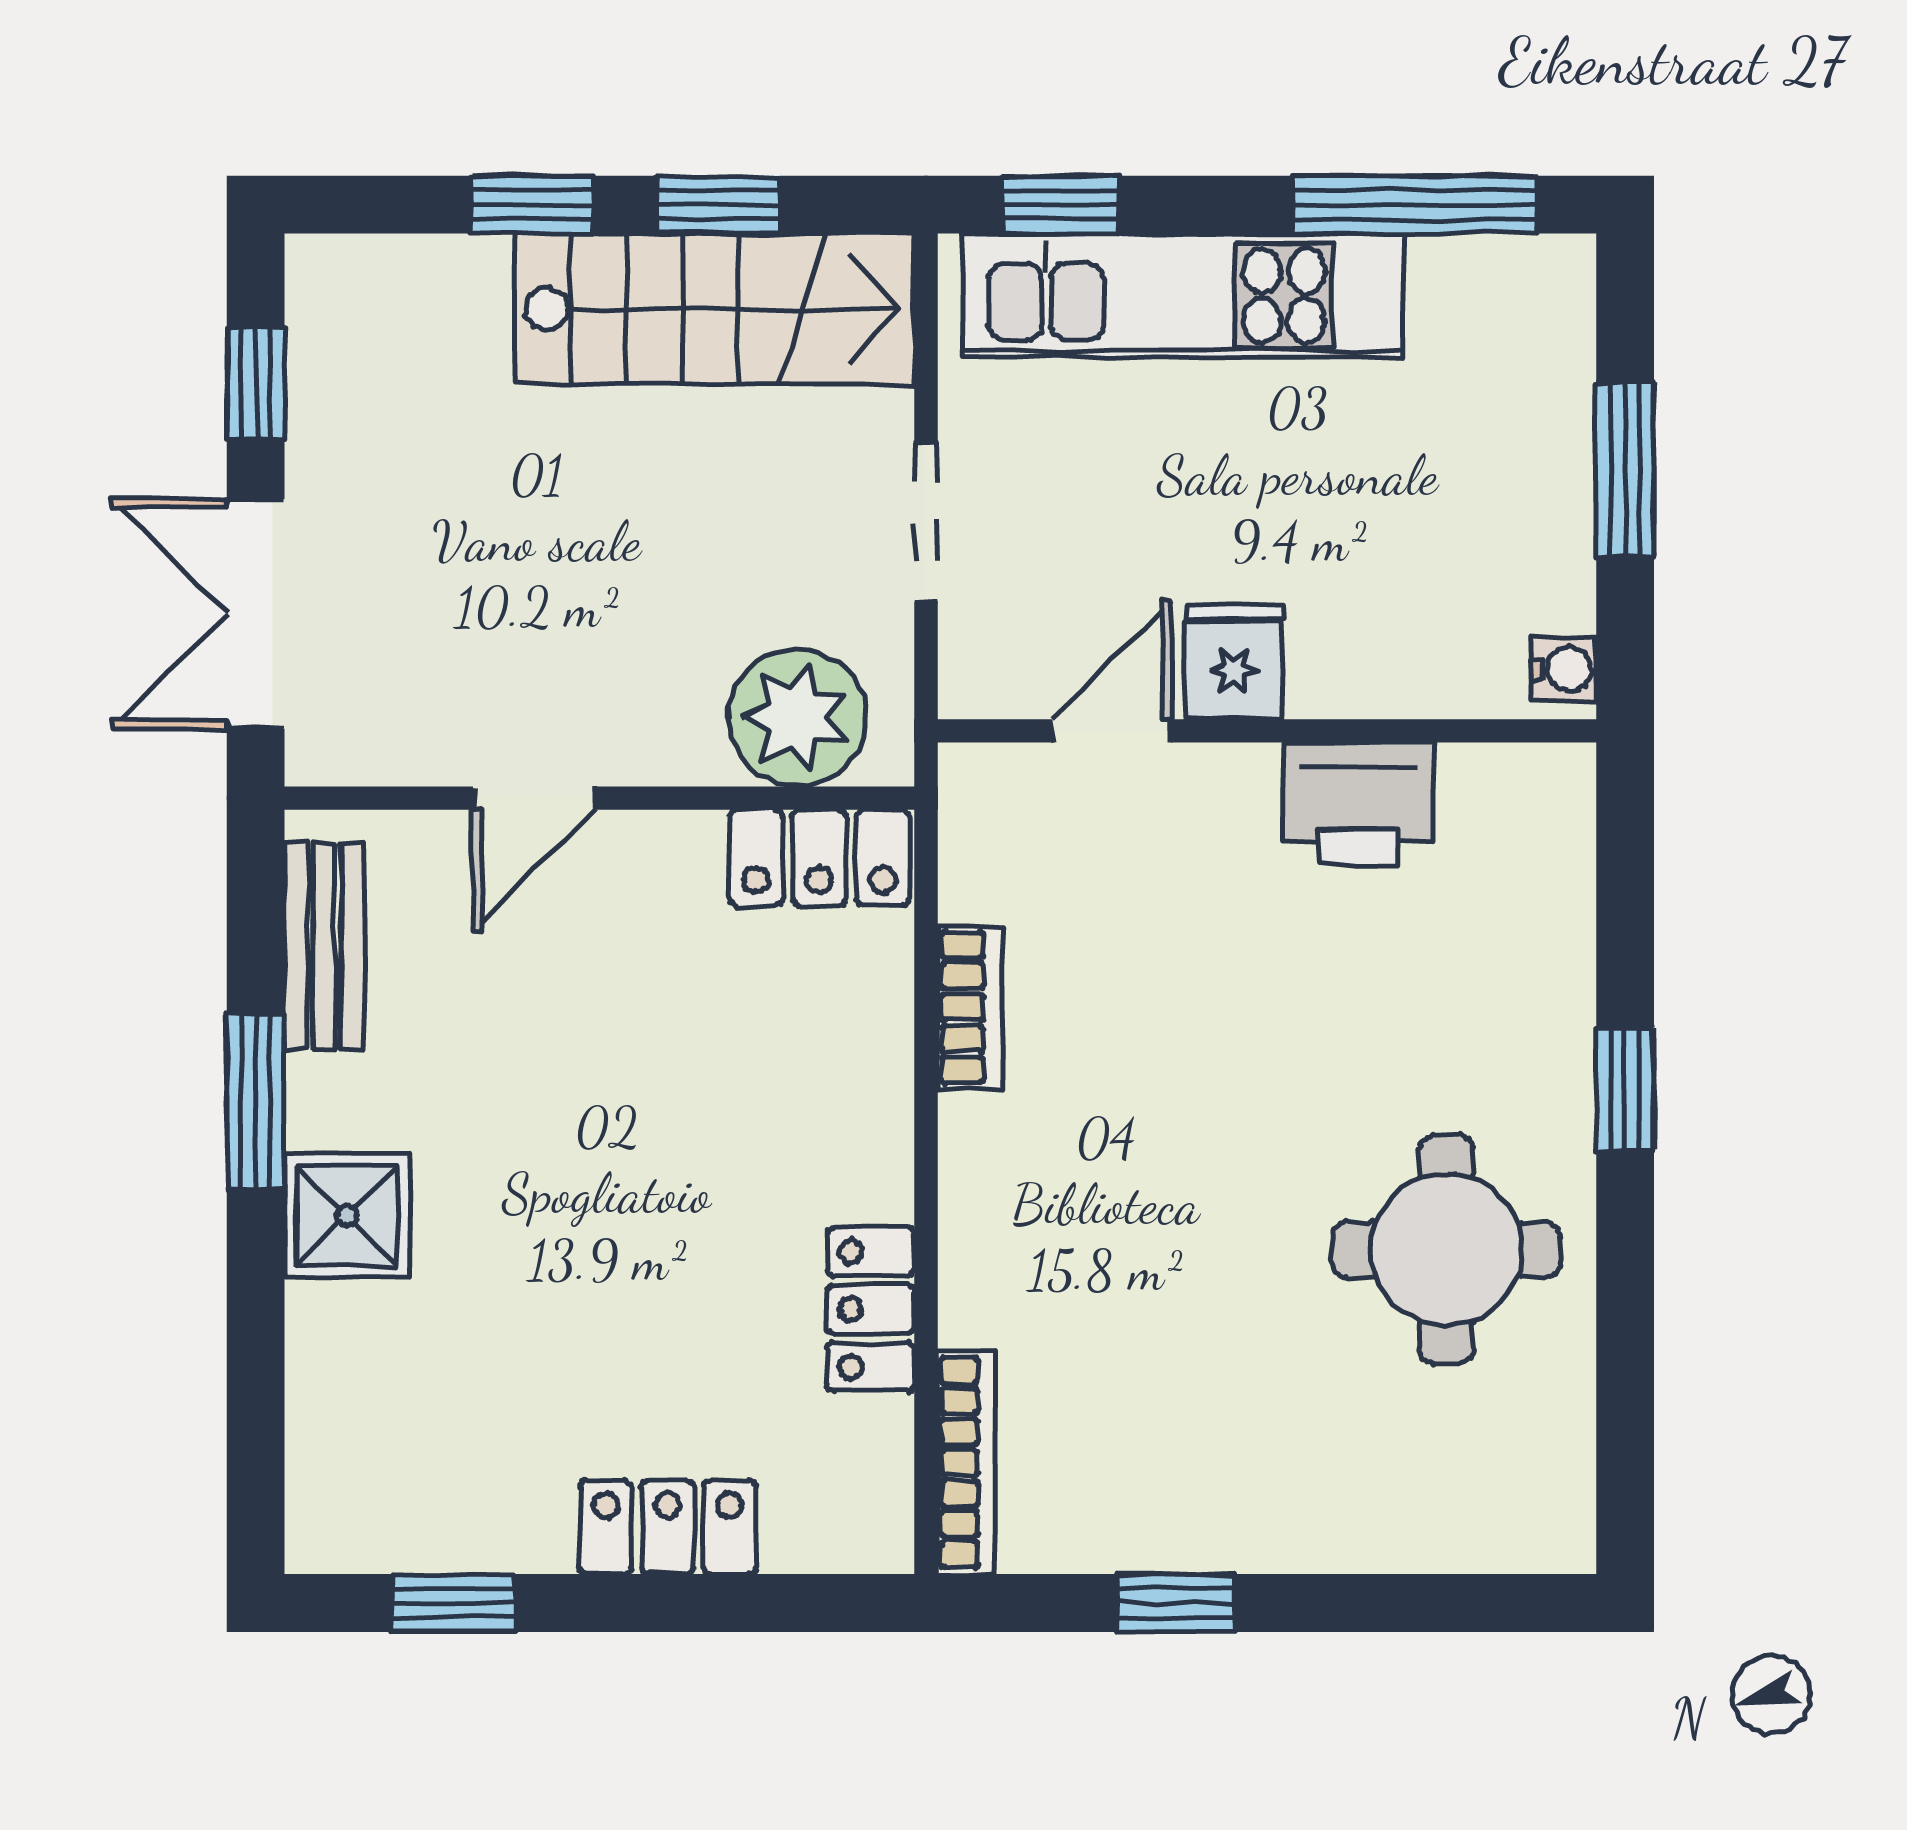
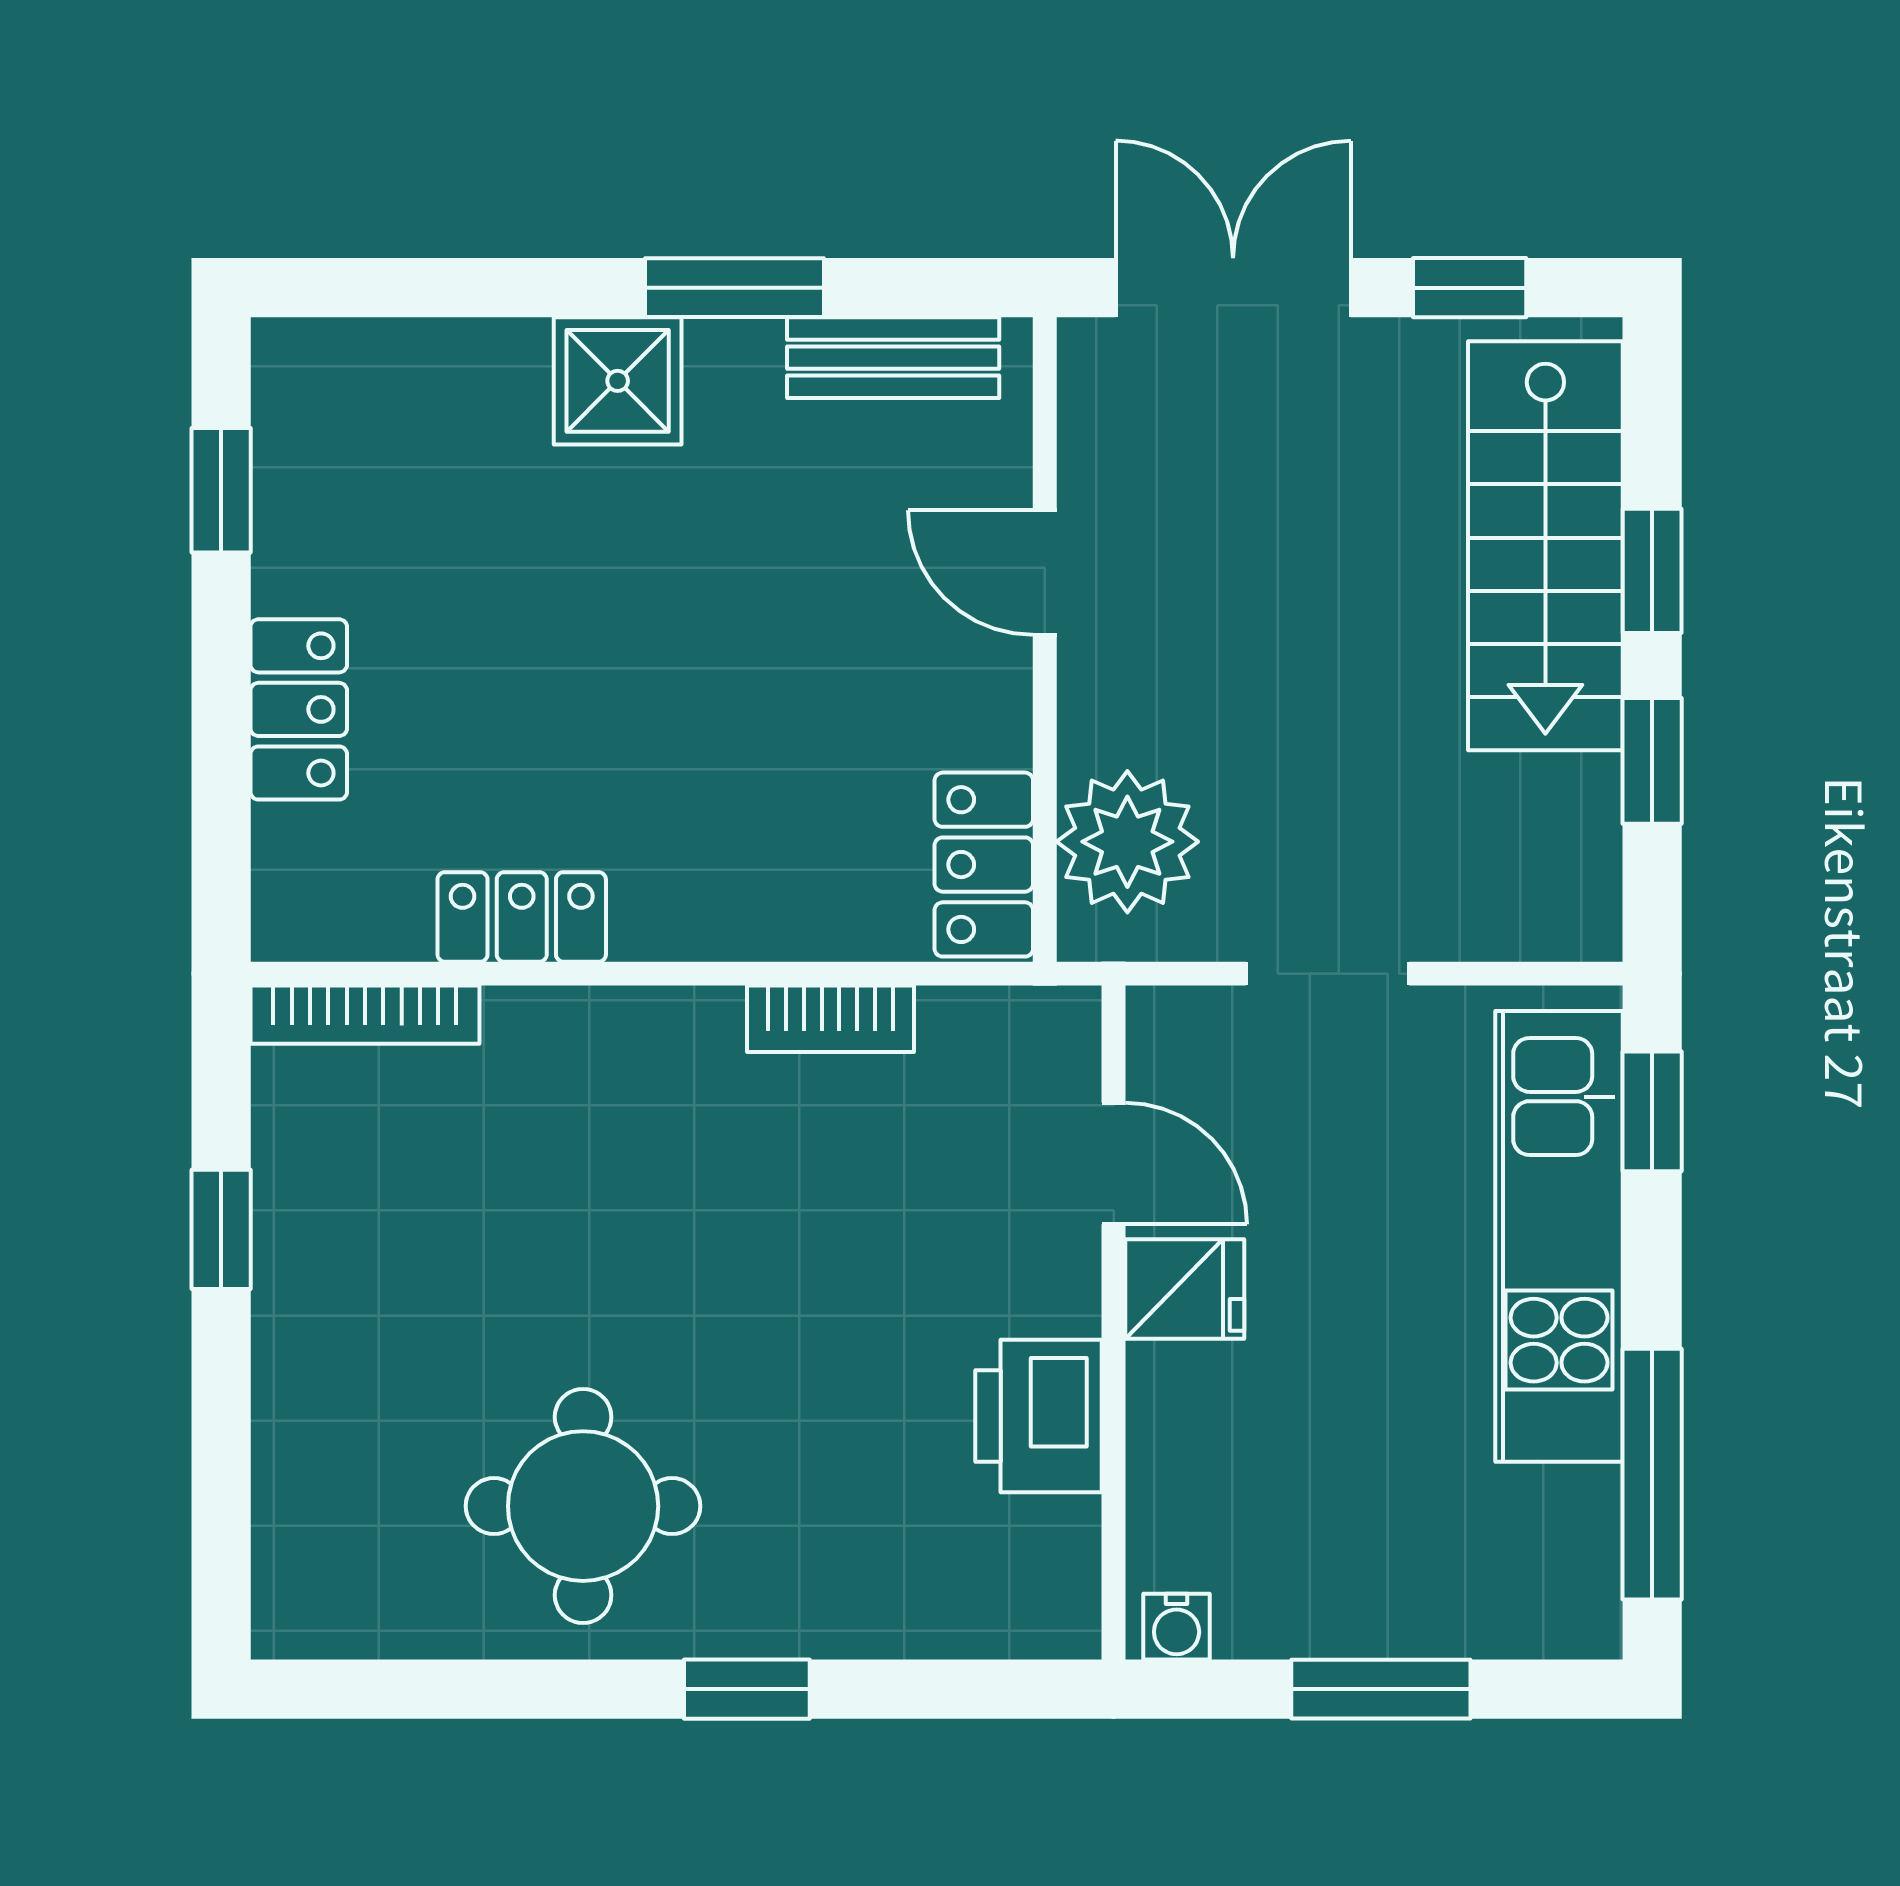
stairs: (715, 309) -> (1545, 546), moved

